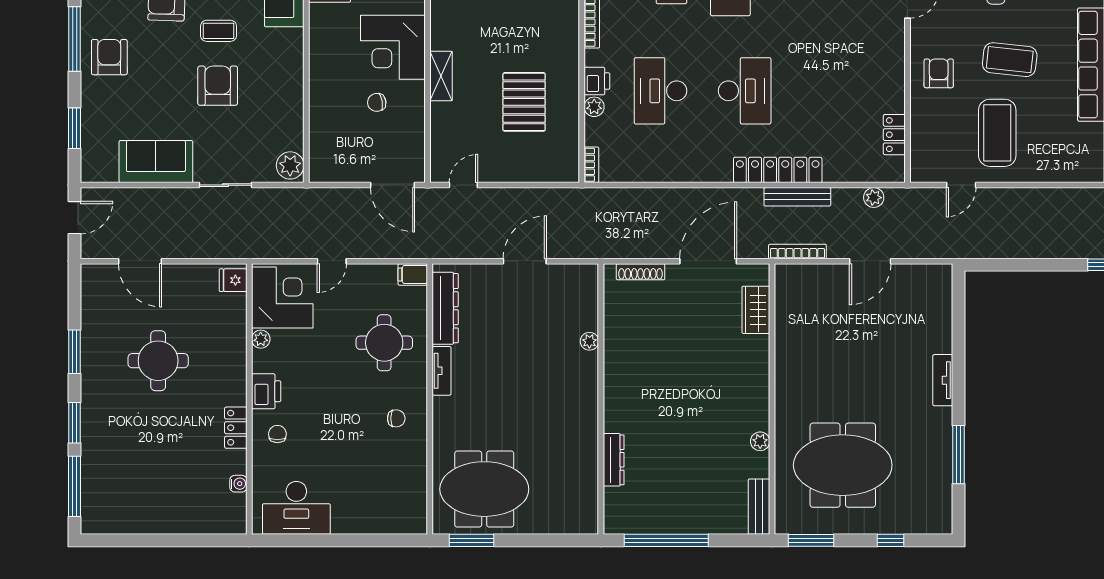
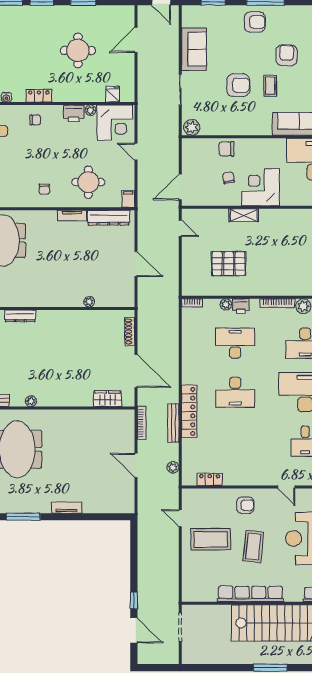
chair: (327, 106) -> (226, 149), added
fridge: (233, 280) -> (113, 94), moved
printer: (266, 391) -> (74, 113), moved

